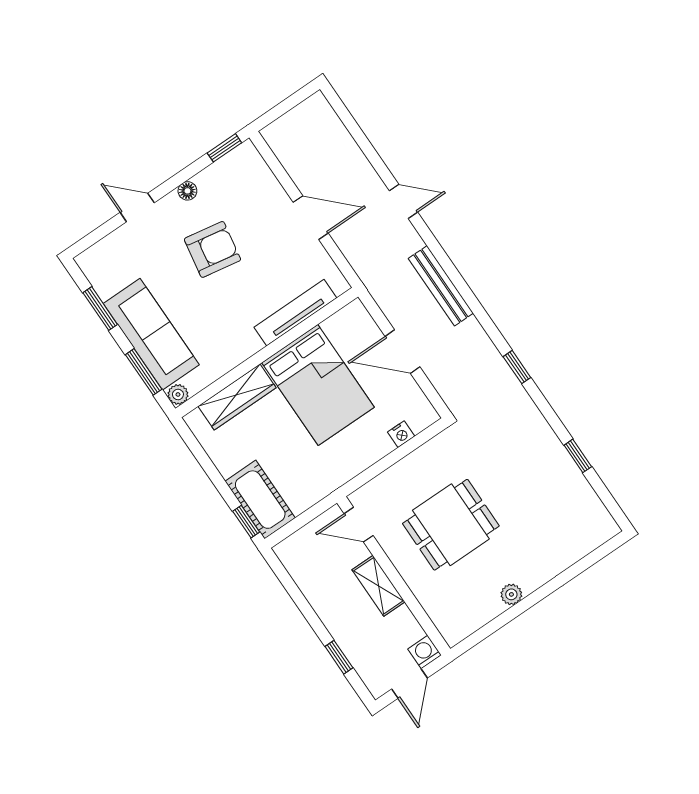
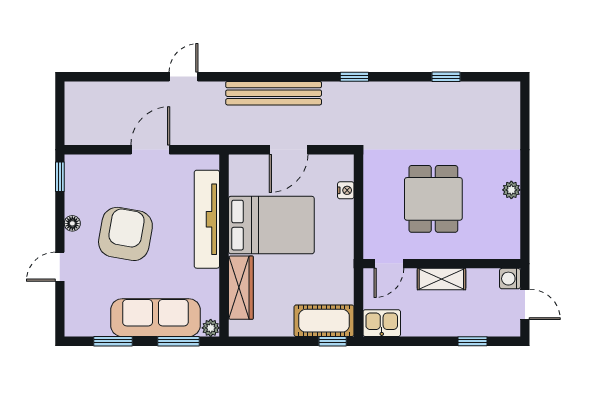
armchair: (212, 249) -> (125, 234), width x1.36, depth x1.36
bench: (441, 286) -> (274, 93), width x1.37, depth x1.21
tv unit: (295, 313) -> (207, 219), width x1.36, depth x1.29
kitchen sink: (296, 557) -> (382, 323), added

